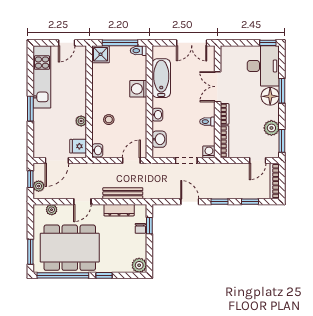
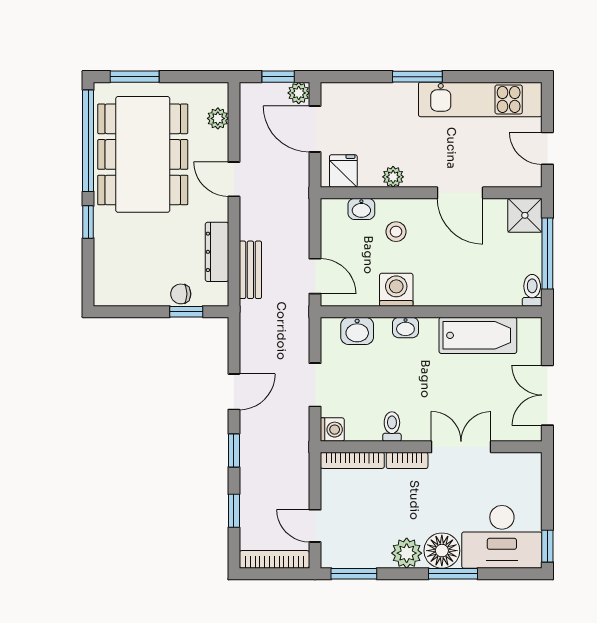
door: (89, 87) -> (460, 193), added
washing machine: (138, 89) -> (396, 290), moved
plant: (271, 128) -> (407, 553), moved
washbasin: (97, 150) -> (361, 209), moved
plant: (39, 186) -> (299, 93), moved
bench: (123, 193) -> (250, 270), width x0.73
plant: (139, 265) -> (108, 292), removed

